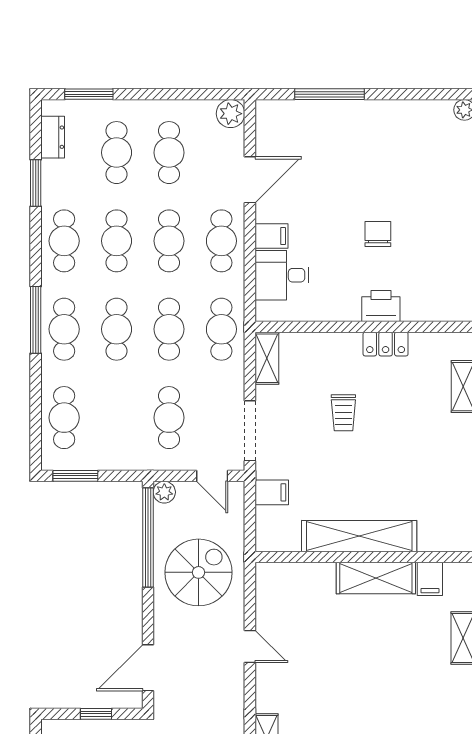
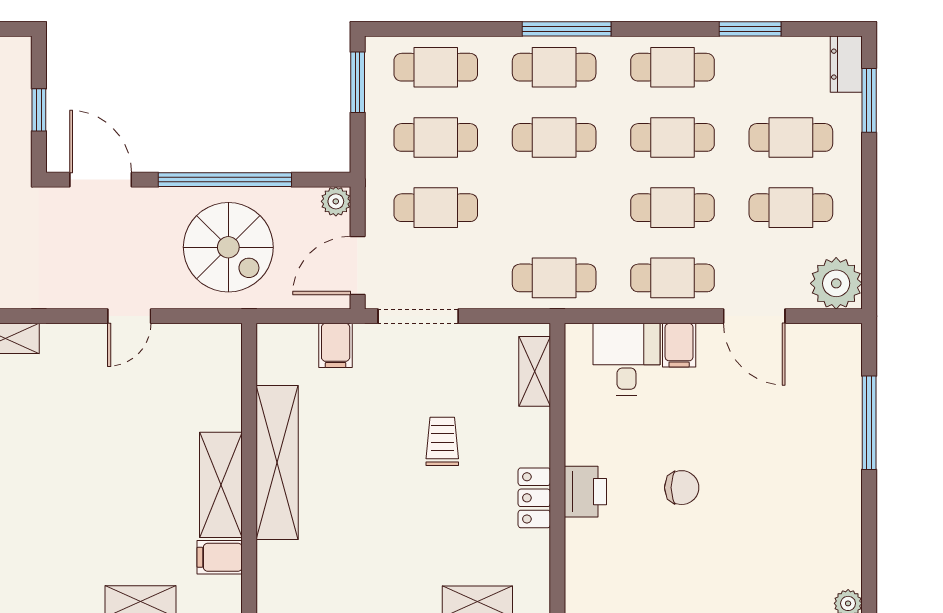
plant: (231, 114) -> (836, 283), width x1.36, depth x1.36
dresser: (53, 137) -> (846, 64), moved, turned 90
cafe table: (169, 329) -> (436, 137), moved
shelving: (267, 358) -> (535, 371), moved, turned 90
trolley: (343, 413) -> (442, 441), turned 90
door: (212, 476) -> (358, 266), width x1.38
window: (148, 538) -> (225, 180), moved

